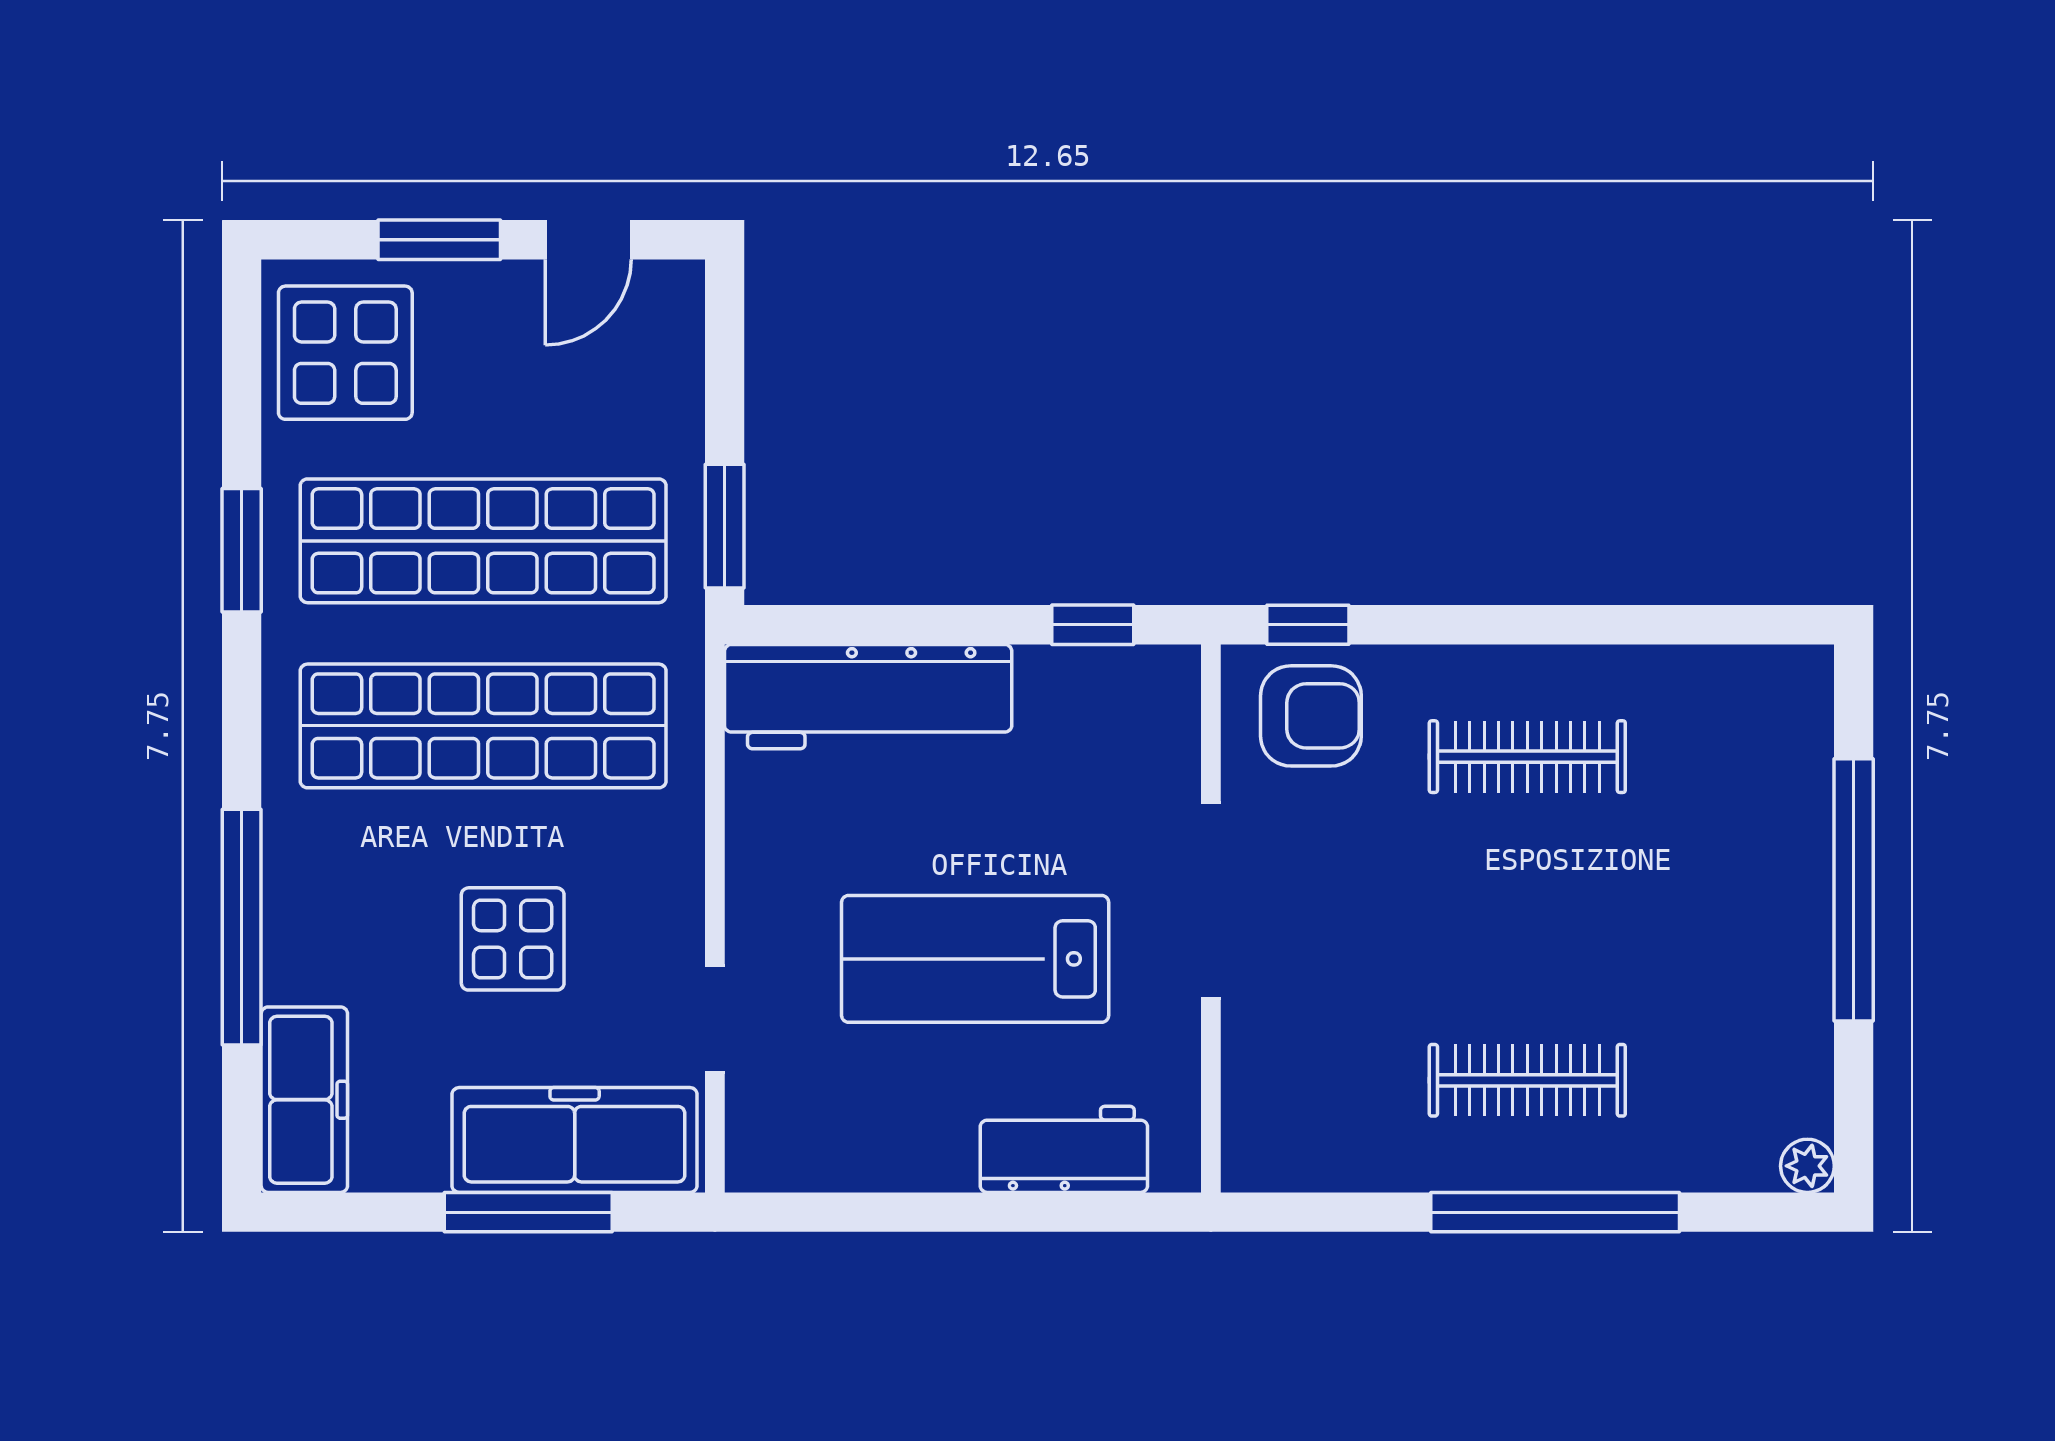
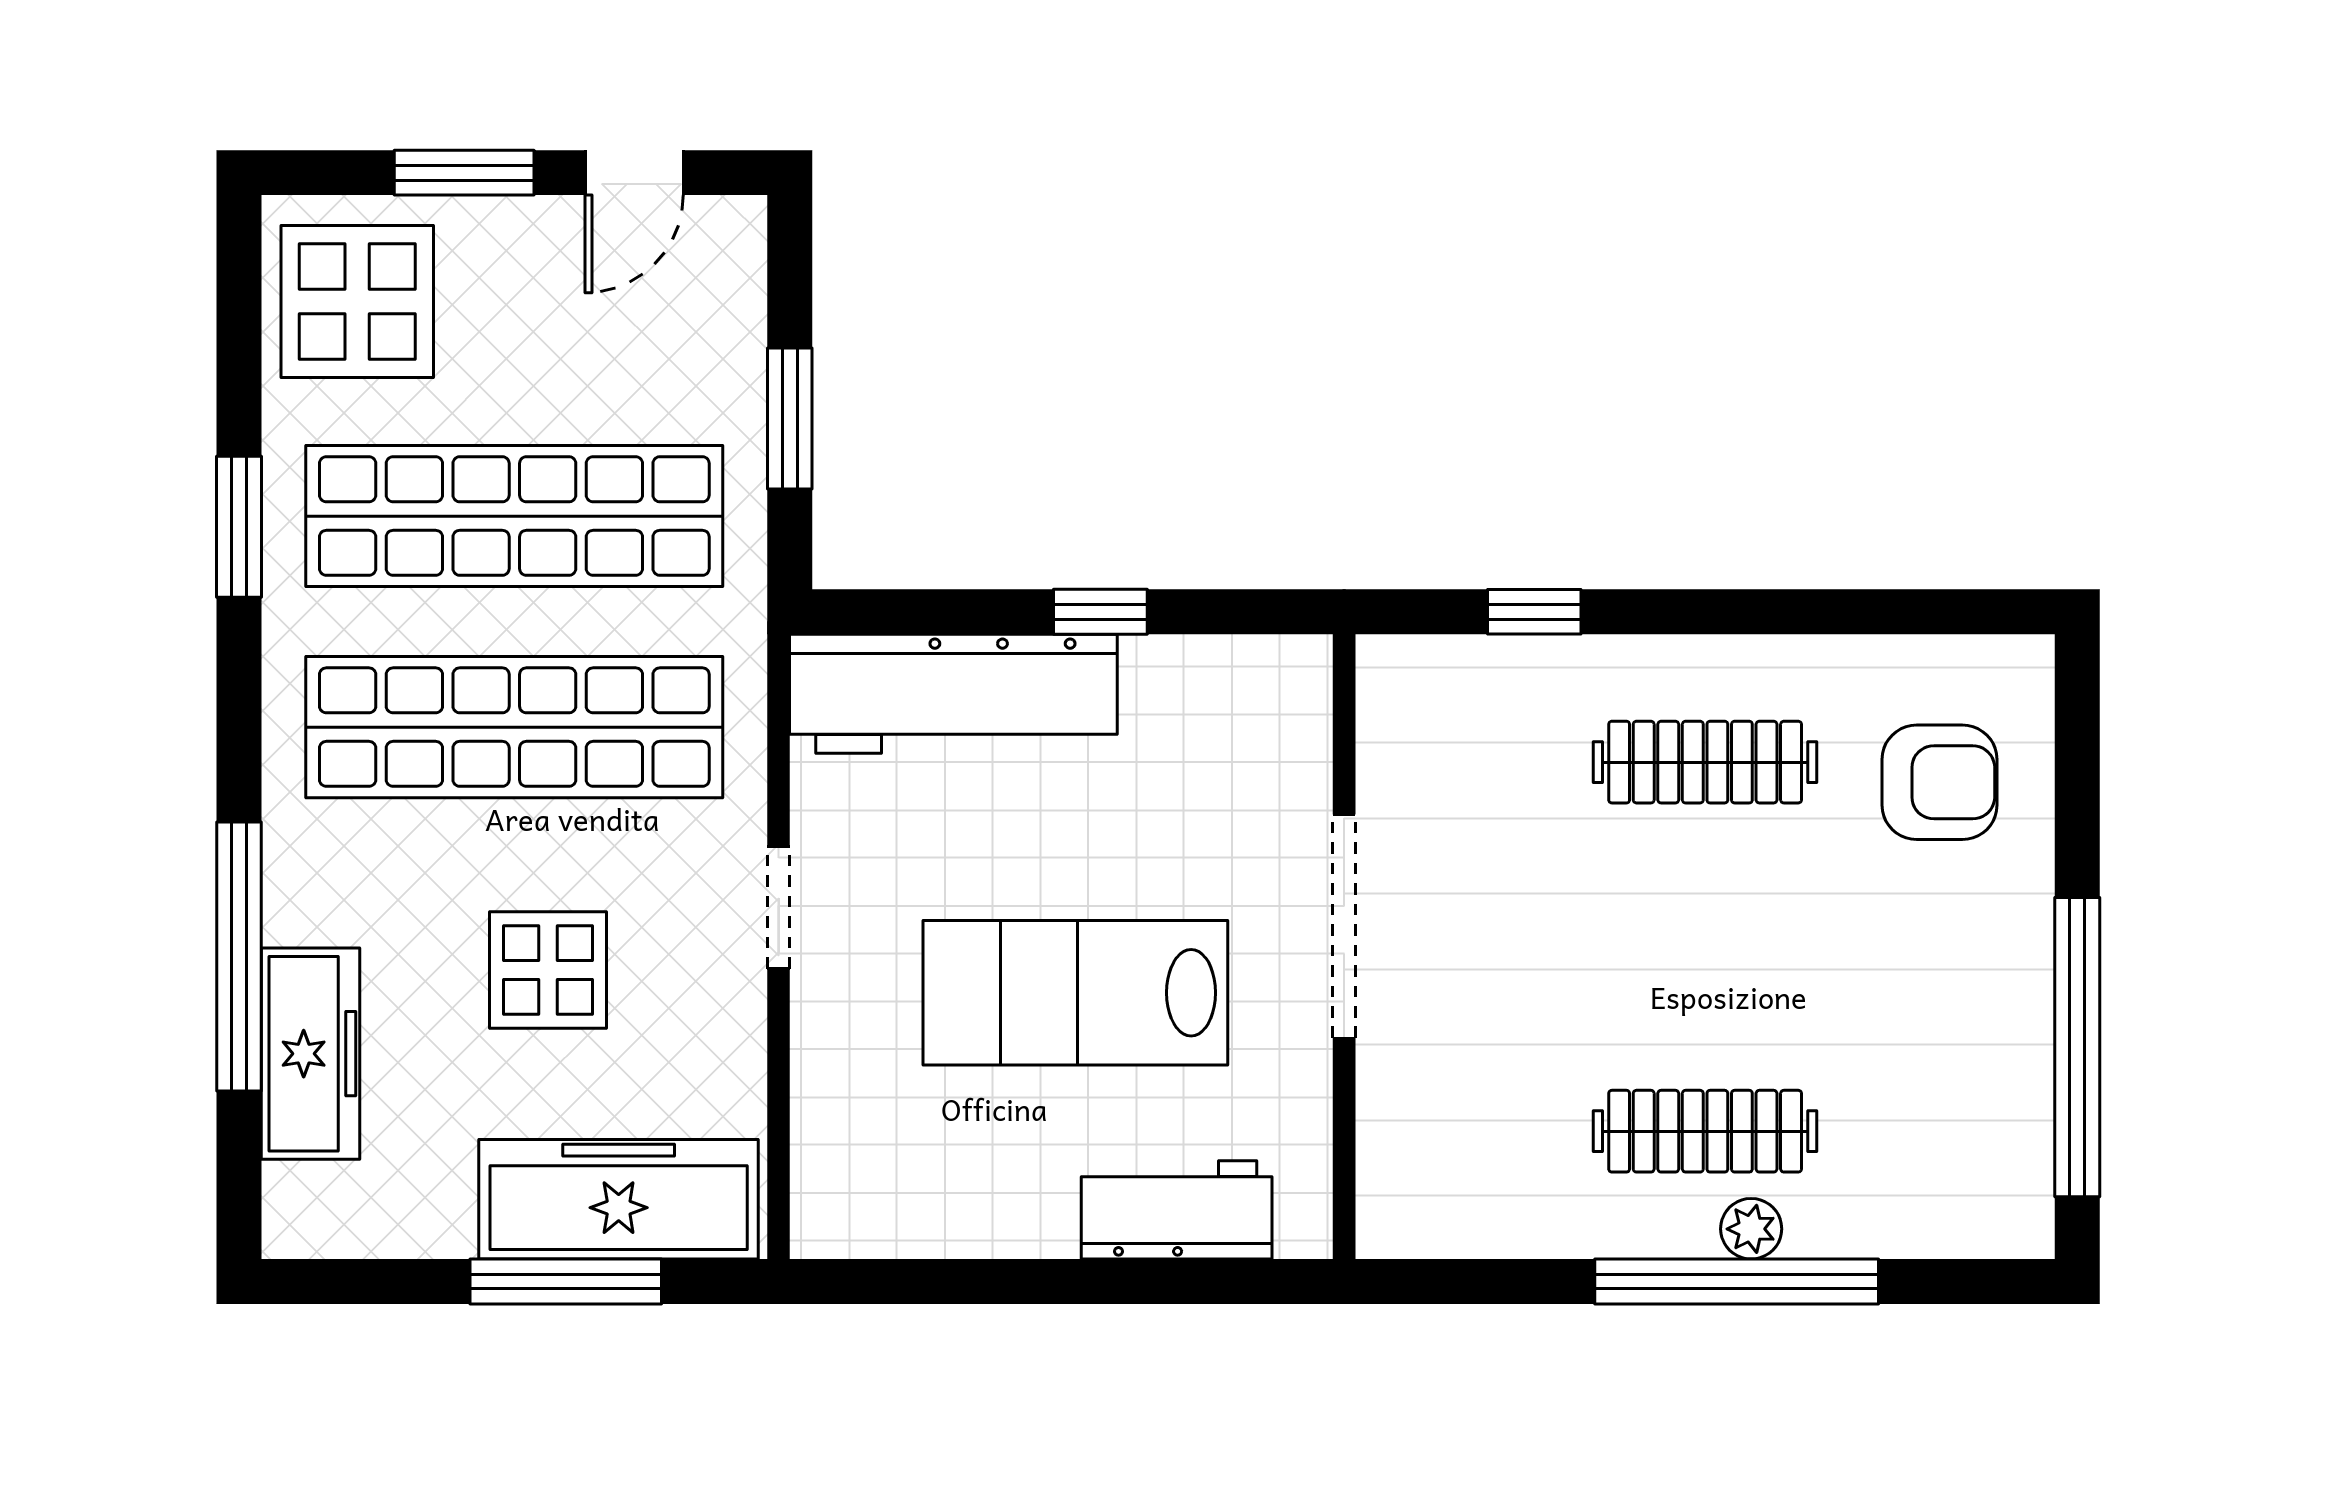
window: (725, 526) -> (790, 418), moved
window: (1093, 625) -> (1100, 612), moved
window: (1308, 625) -> (1534, 612), moved
armchair: (1311, 716) -> (1940, 782), moved
window: (1854, 890) -> (2077, 1047), moved
doorway: (715, 1019) -> (779, 908), moved
freezer: (304, 1100) -> (310, 1054), moved
plant: (1807, 1166) -> (1751, 1229), moved

